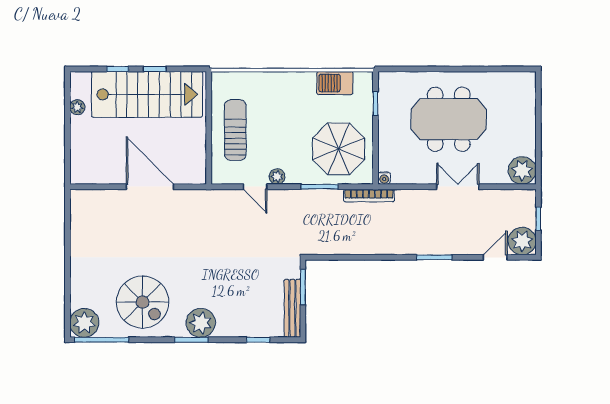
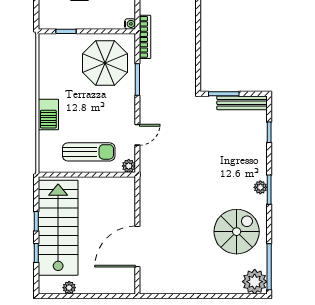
barbecue: (335, 83) -> (48, 114), moved
sun lounger: (235, 130) -> (89, 152), turned 180
plant: (277, 177) -> (129, 166), moved
door: (150, 187) -> (137, 246), moved
plant: (201, 323) -> (260, 187), width x0.53, depth x0.53

